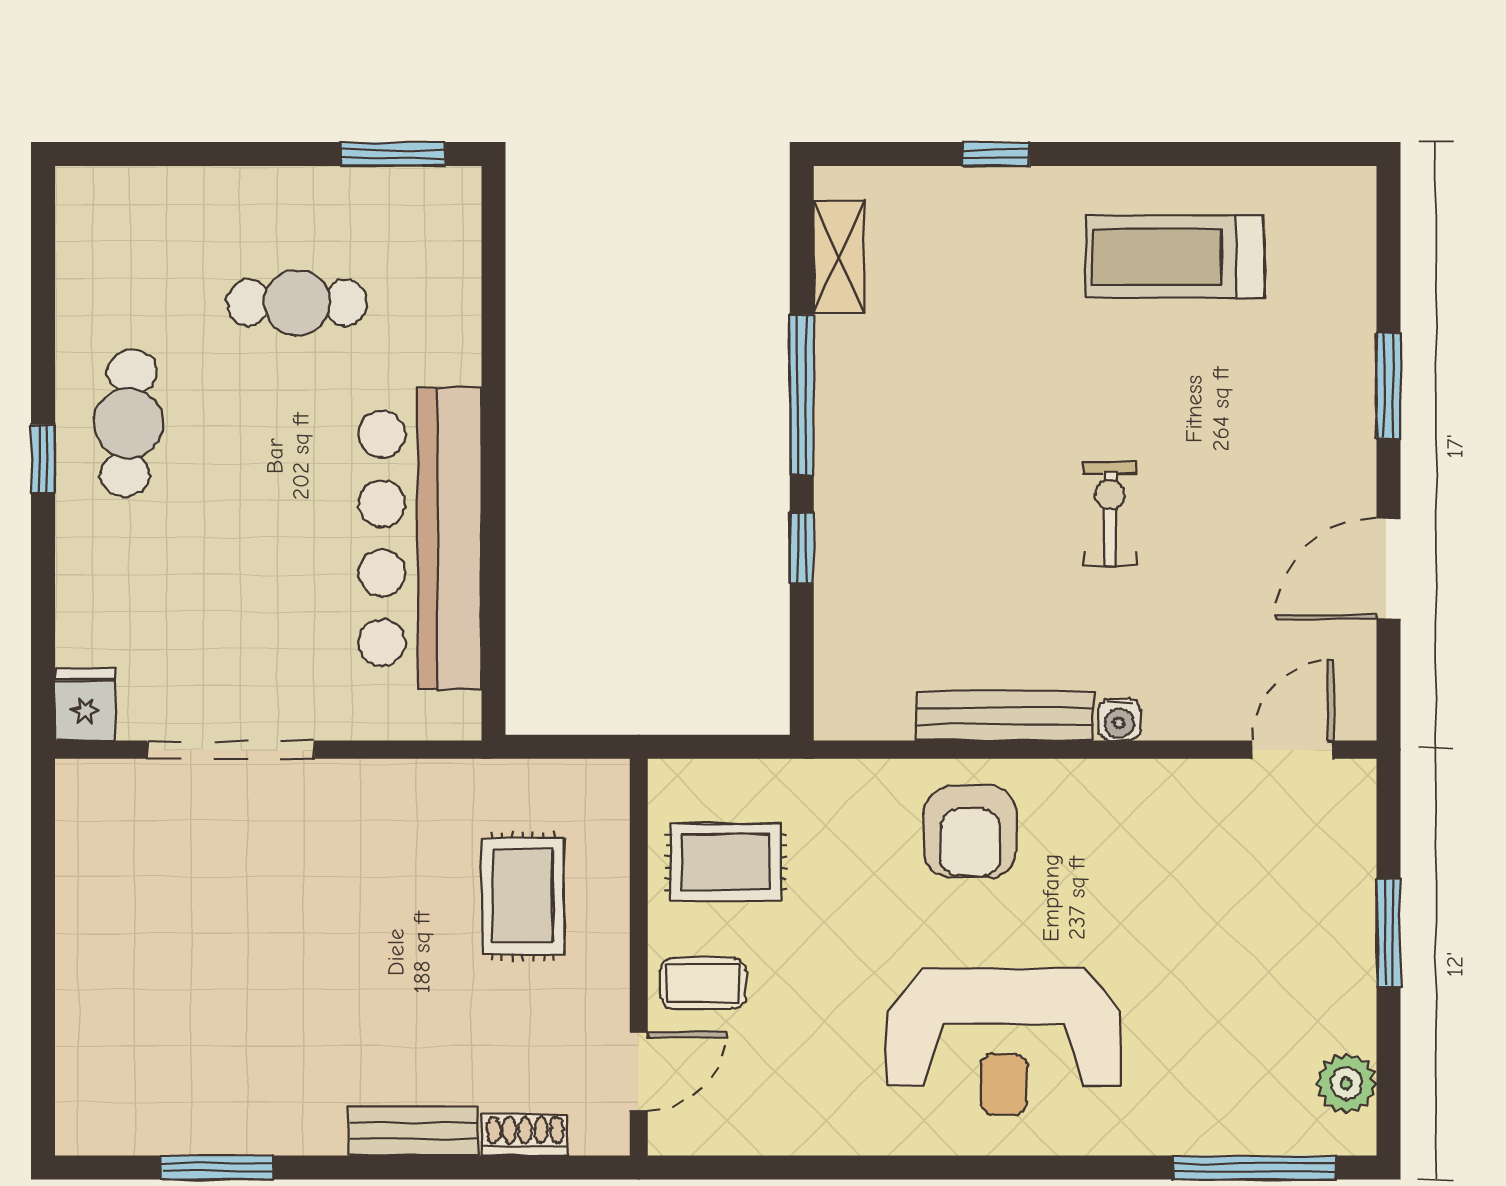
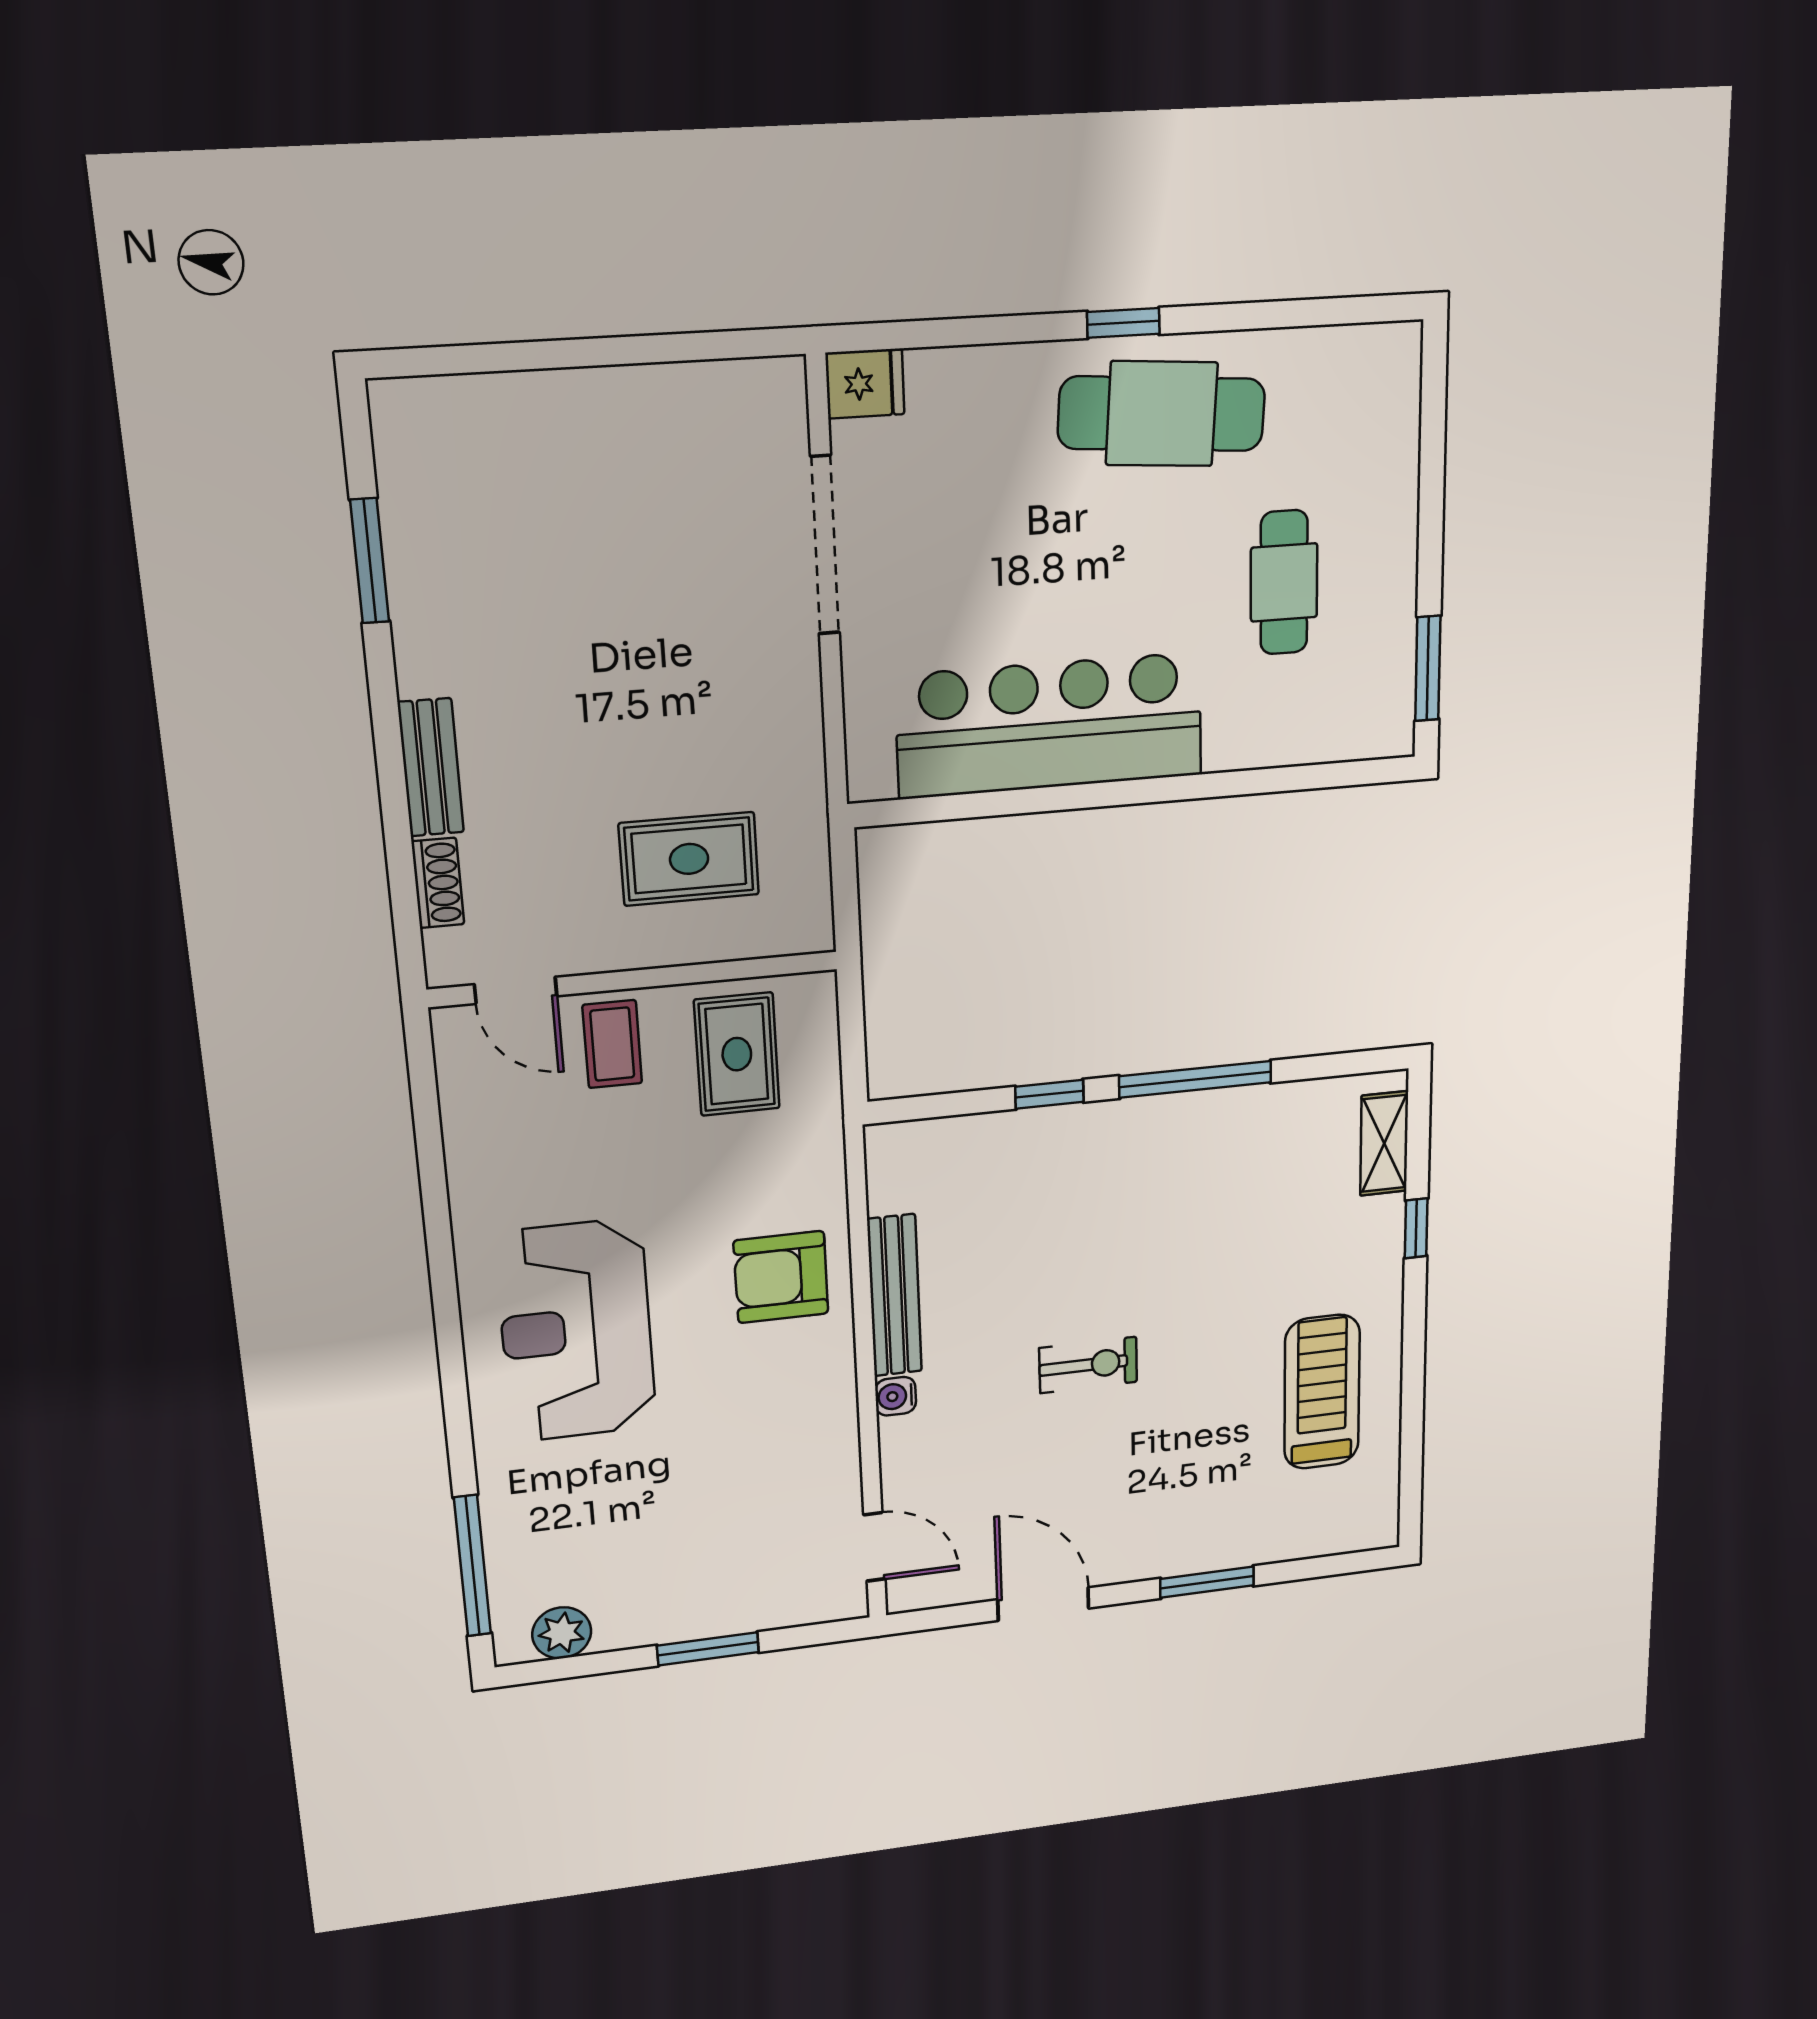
shelving: (839, 257) -> (1384, 1143), moved, turned 90
cafe table: (129, 423) -> (1162, 414), width x1.37, depth x1.35

